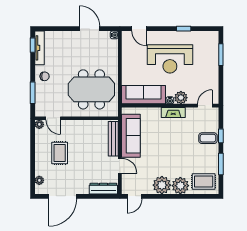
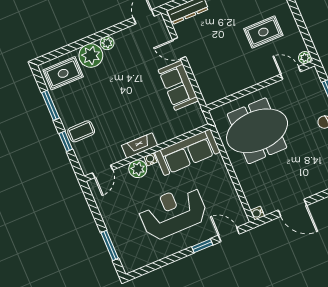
window: (184, 29) -> (202, 246), moved
sofa: (131, 136) -> (178, 85), width x0.73
bench: (113, 139) -> (202, 79), removed
rug: (60, 153) -> (263, 32), turned 90
plant: (162, 185) -> (107, 43), width x0.53, depth x0.53

